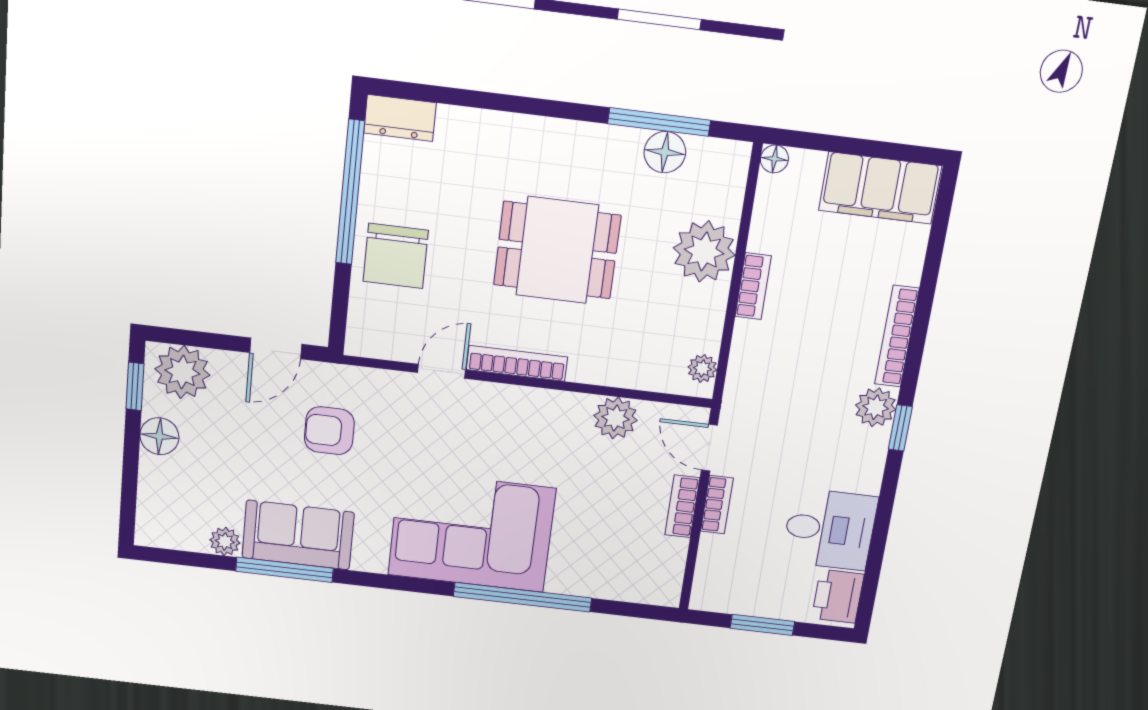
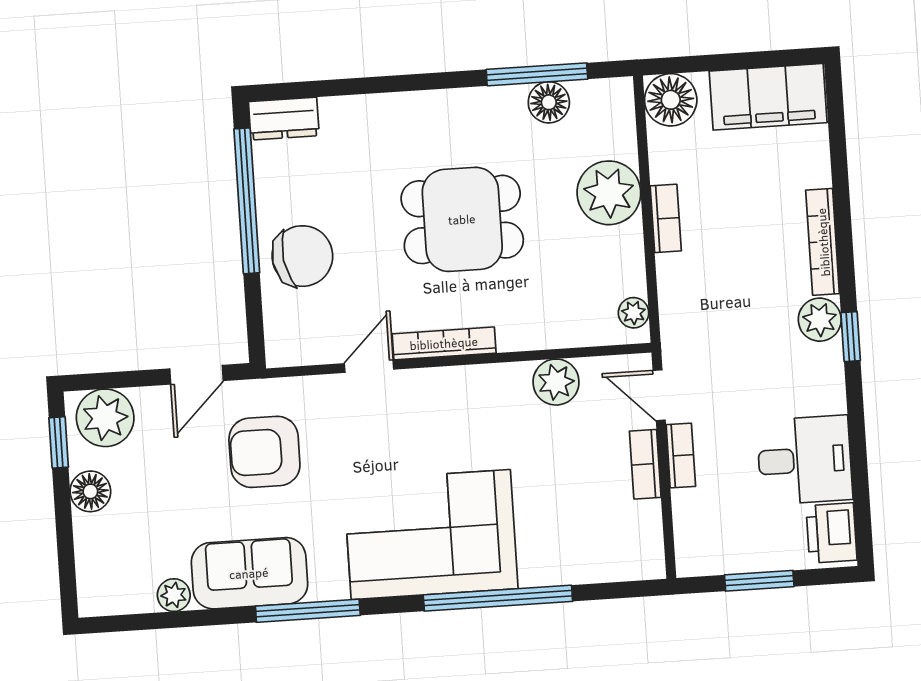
floor lamp: (774, 159) -> (671, 100), width x1.89, depth x1.89
chair: (396, 256) -> (302, 256), turned -99
armchair: (329, 431) -> (264, 452), width x1.38, depth x1.38
window: (284, 570) -> (308, 611), moved

